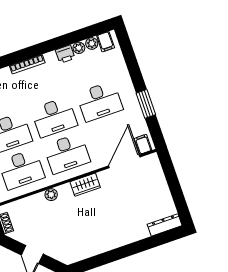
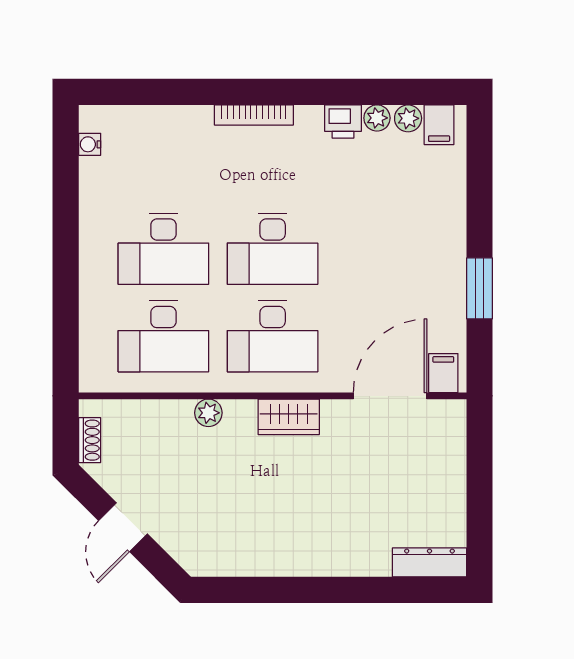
desk: (100, 101) -> (382, 249), removed

